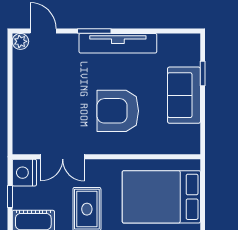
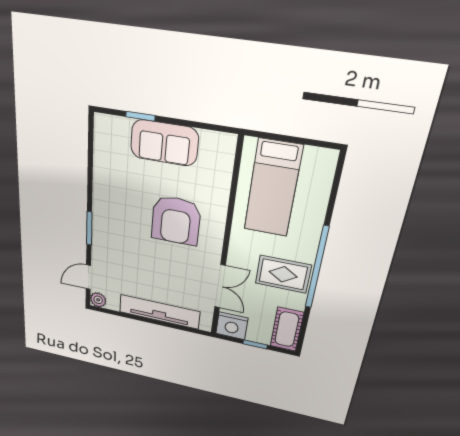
tv unit: (118, 43) -> (159, 312), moved, turned -90
bed: (161, 197) -> (273, 188), width x0.67

